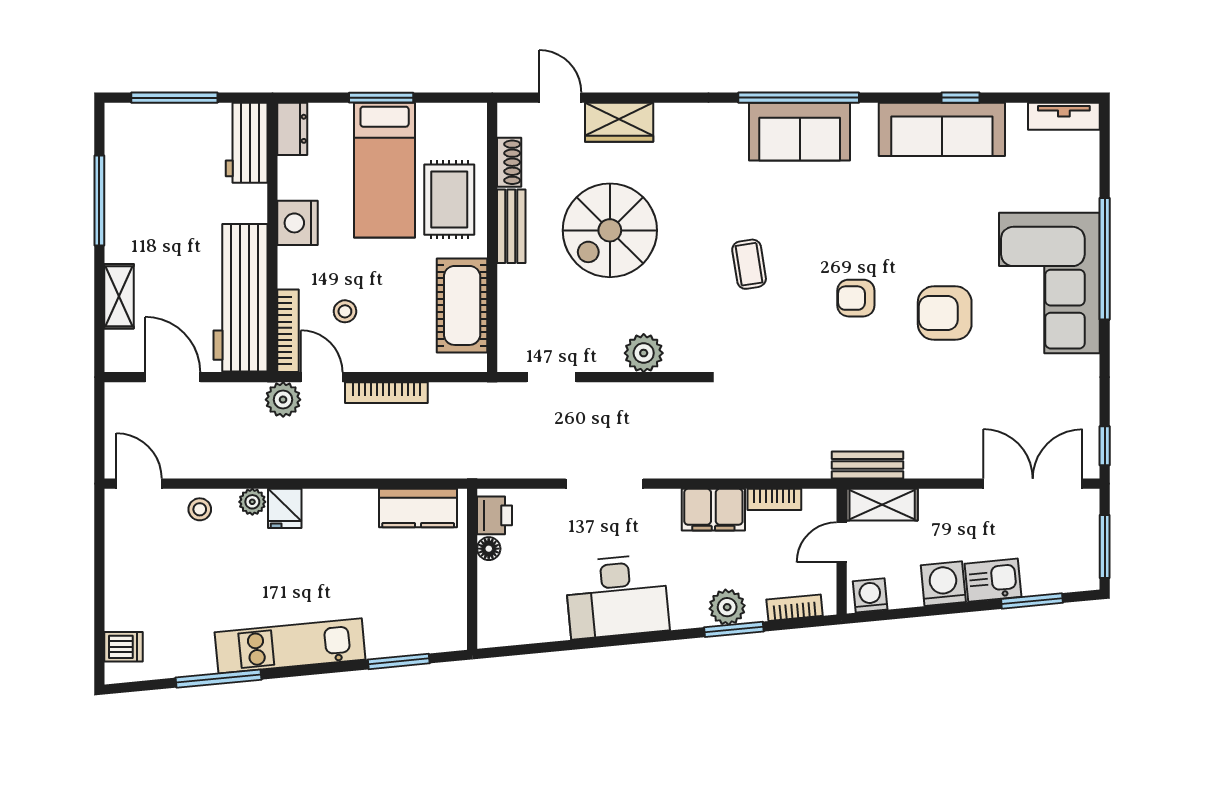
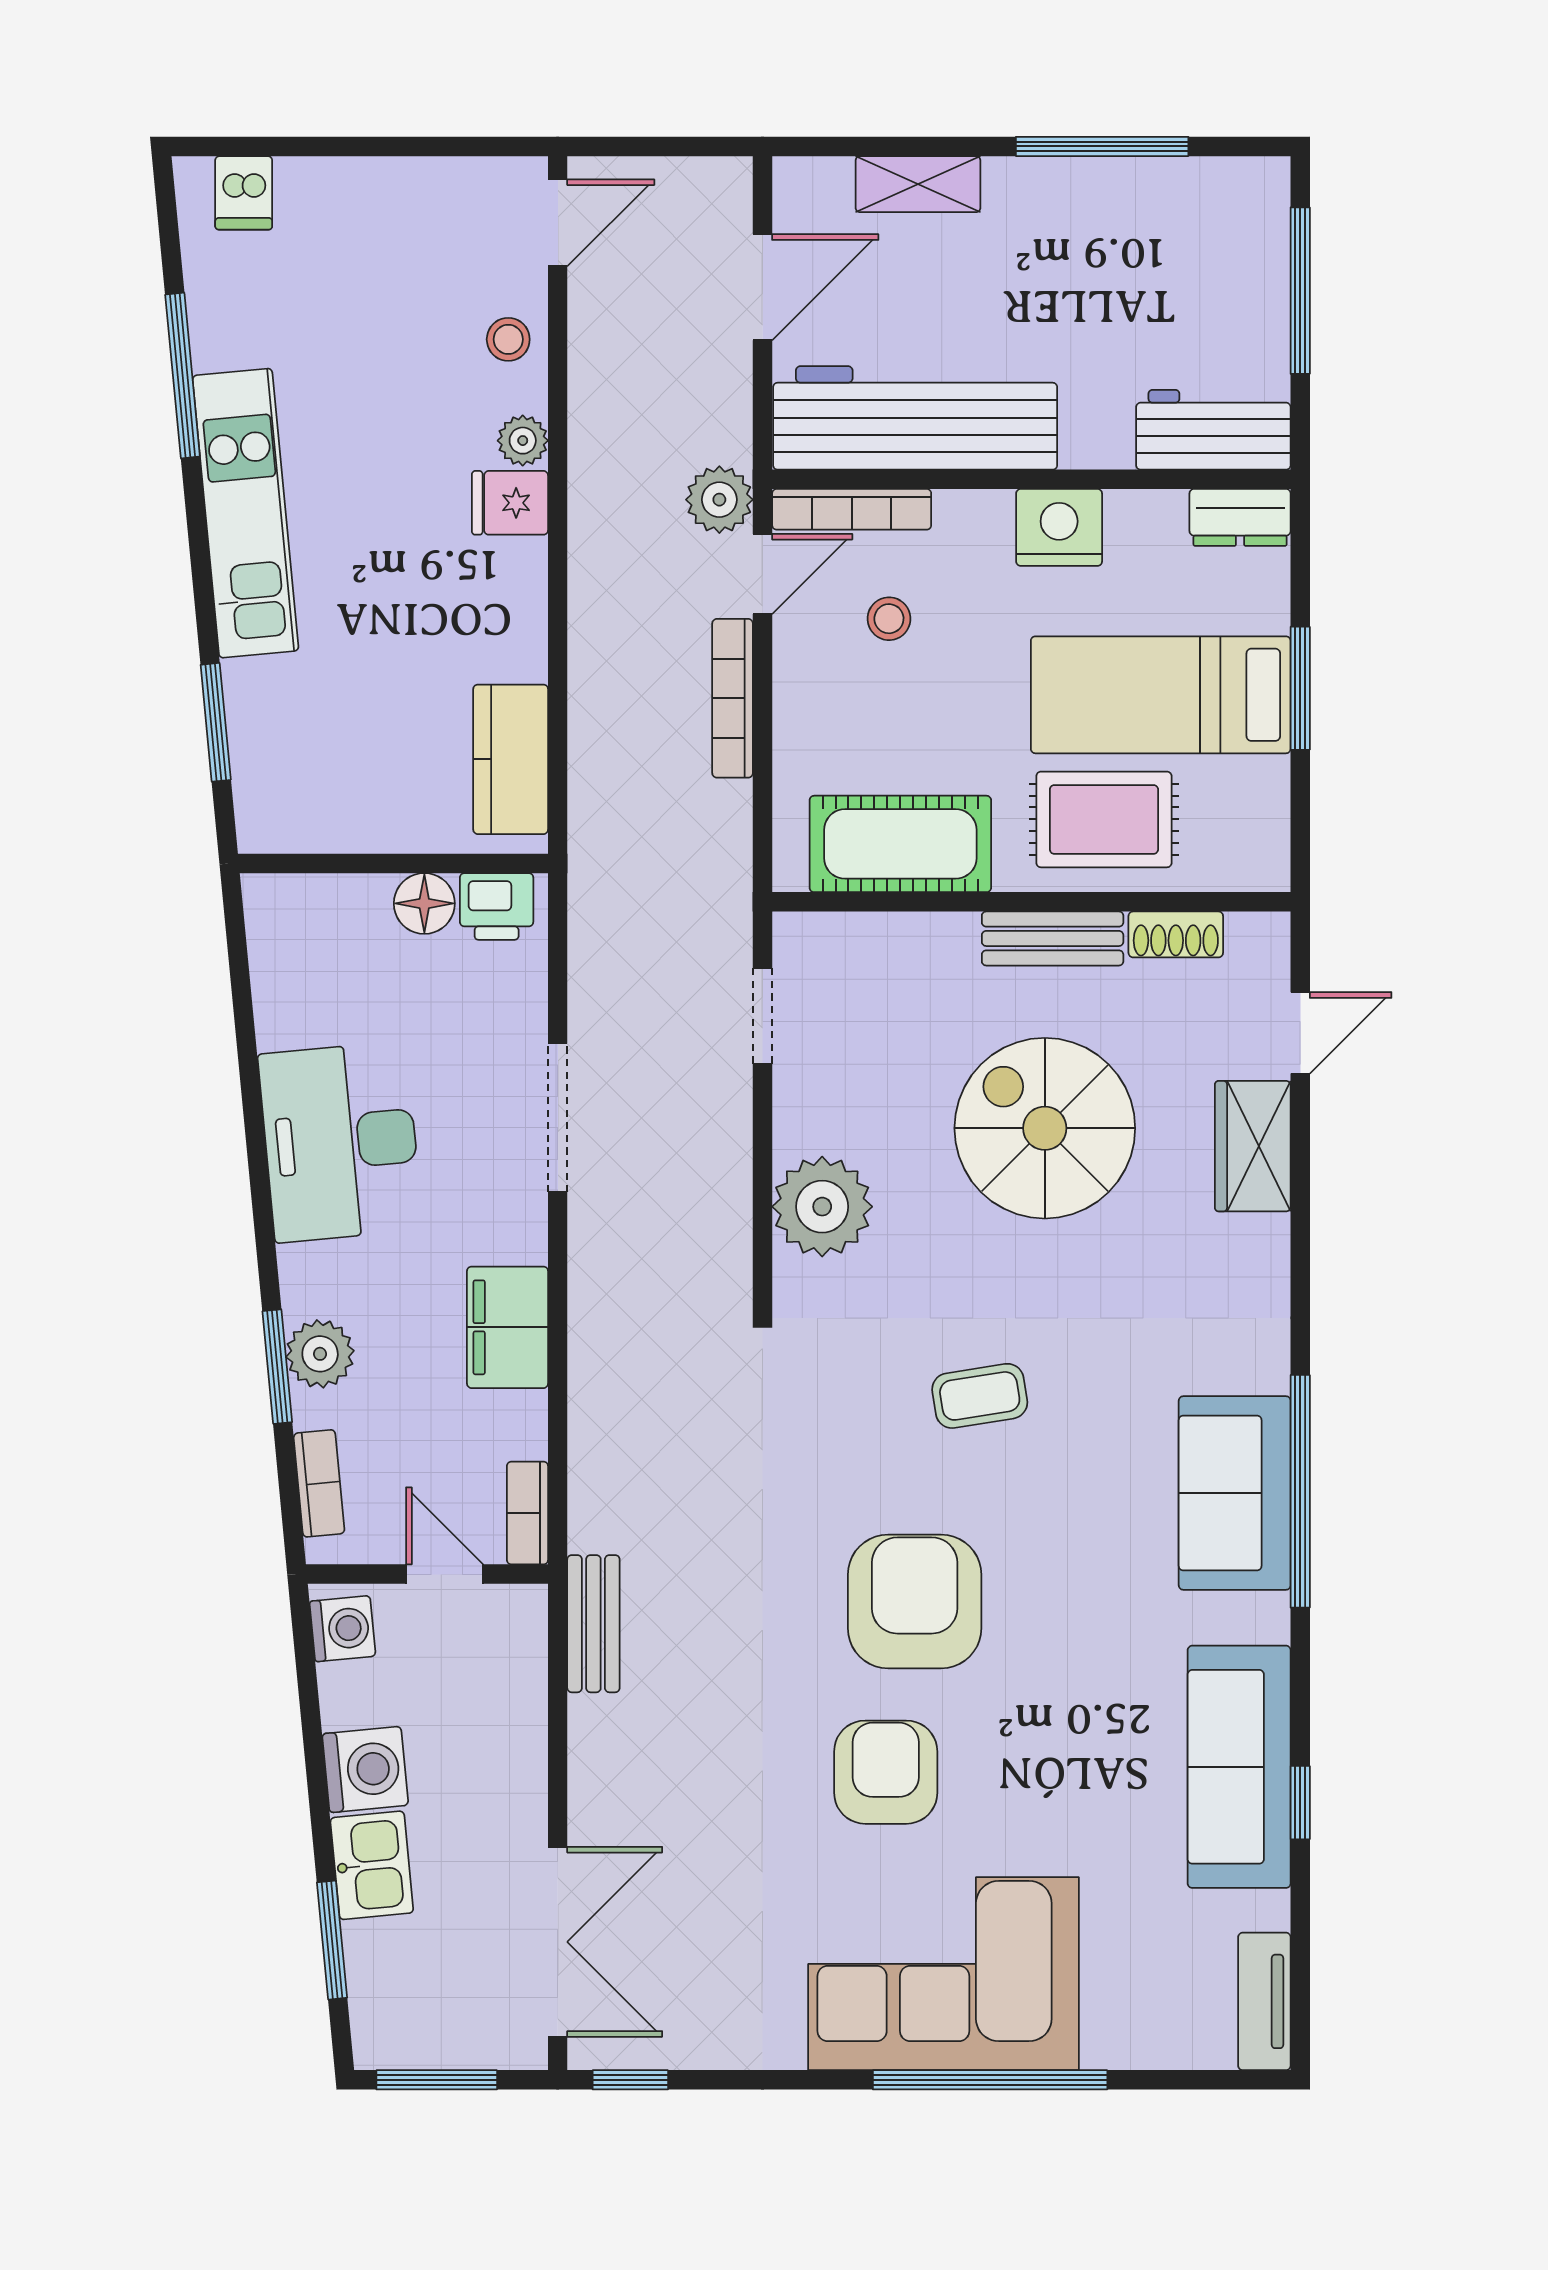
armchair: (856, 298) -> (915, 1601), width x1.88, depth x1.88
plant: (644, 353) -> (822, 1207), width x1.36, depth x1.36
bookcase: (774, 499) -> (527, 1513), moved
shelving: (882, 505) -> (517, 1652), removed
floor lamp: (489, 549) -> (424, 903), width x1.37, depth x1.37

